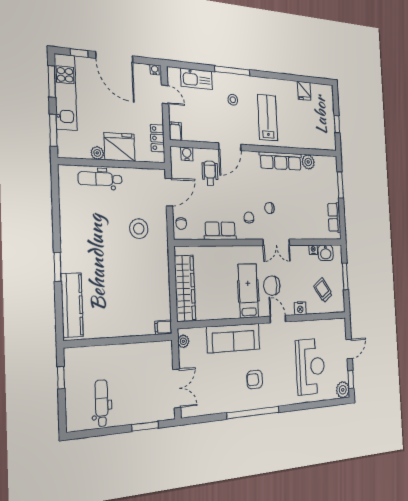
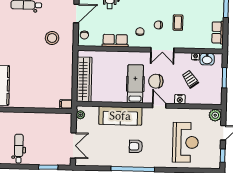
coffee table: (291, 205) -> (178, 23), added
trolley: (323, 290) -> (190, 79), moved
plant: (343, 390) -> (215, 115), moved

